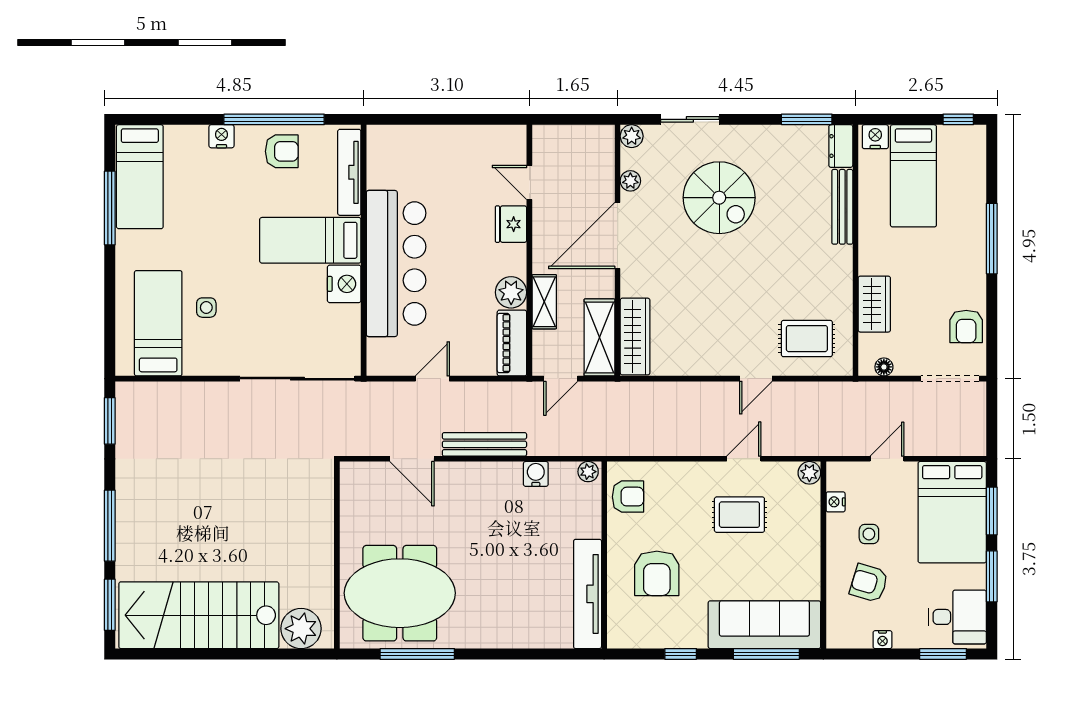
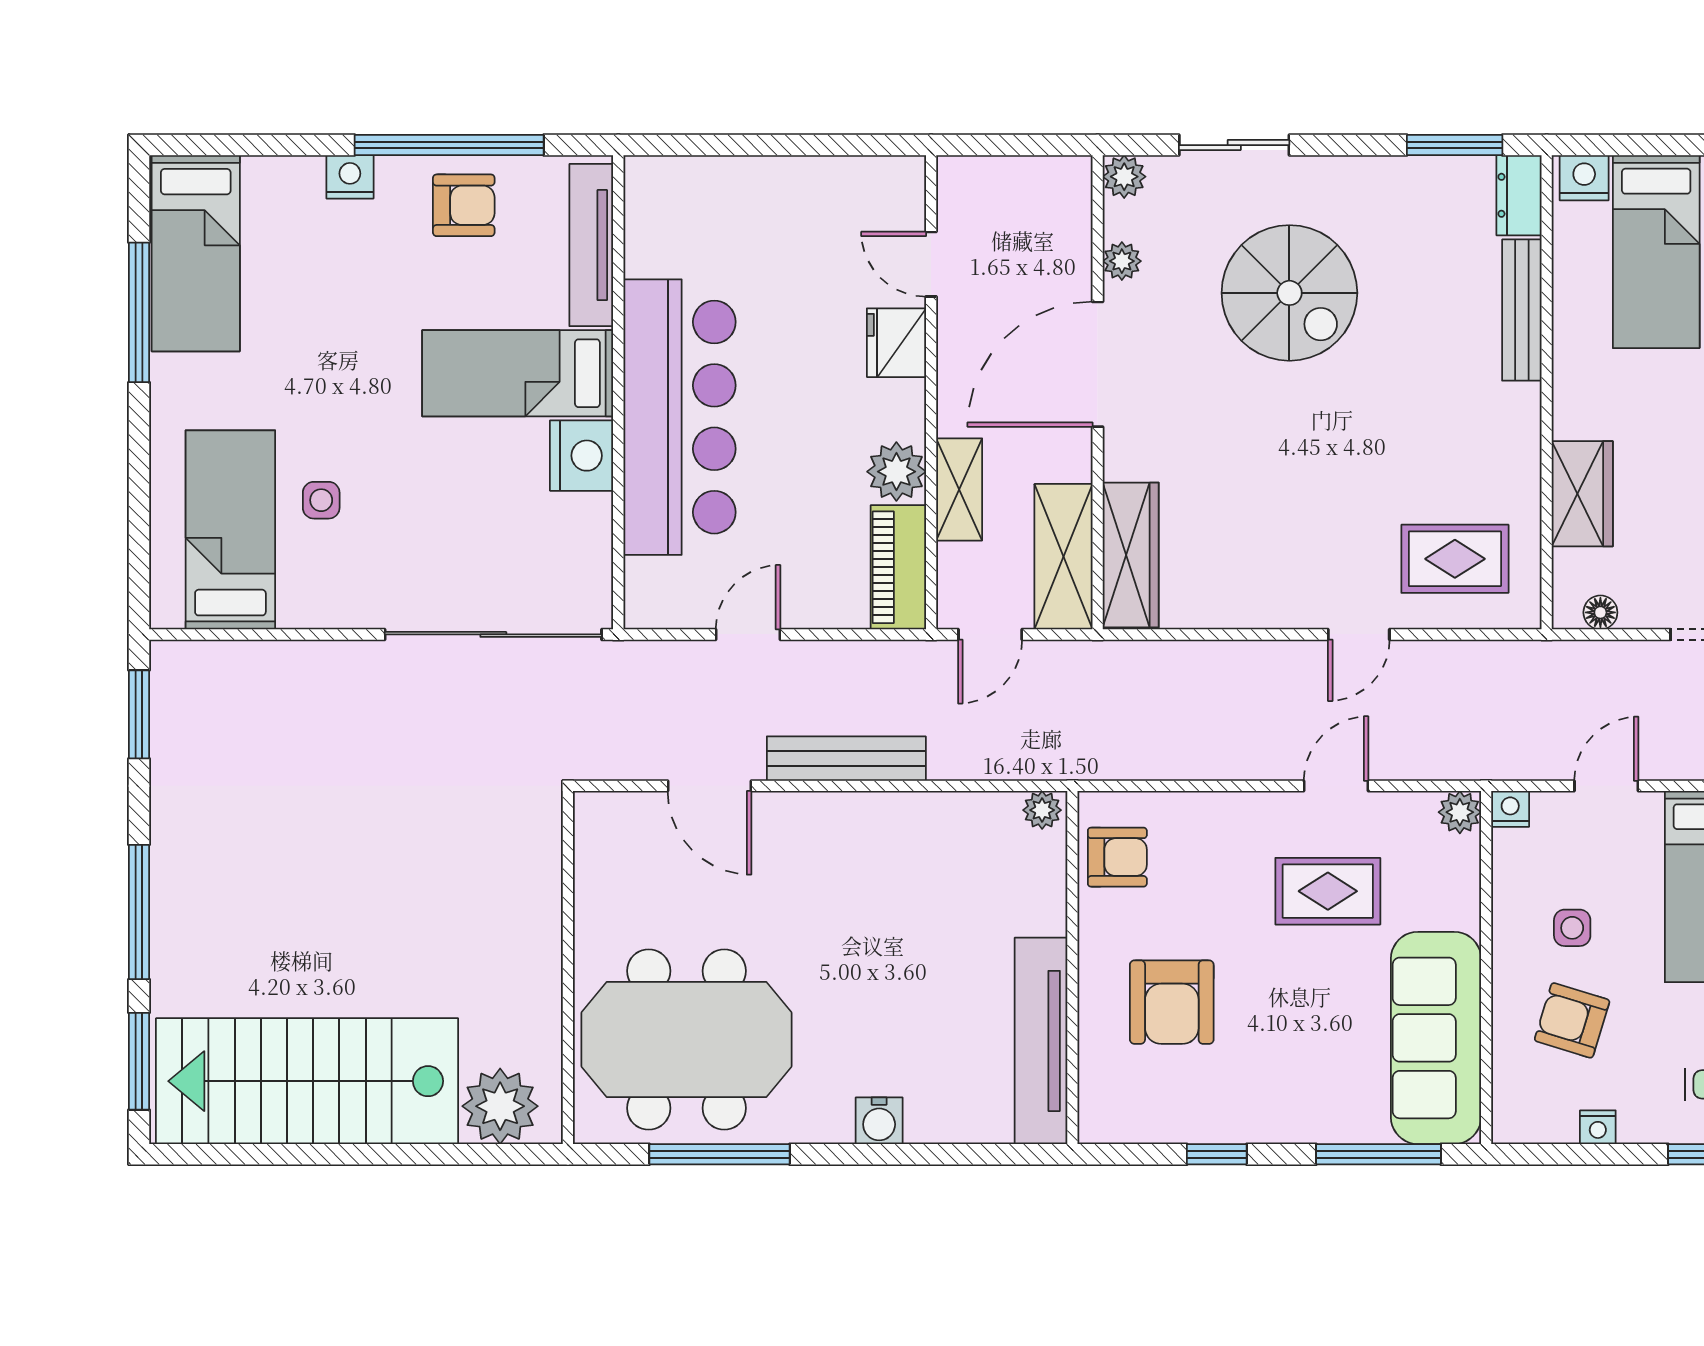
water cooler: (536, 474) -> (879, 1121), moved, turned 180
nightstand: (836, 502) -> (1510, 809), moved, turned 90
sofa: (764, 625) -> (1436, 1038), moved, turned -90

